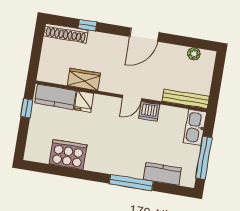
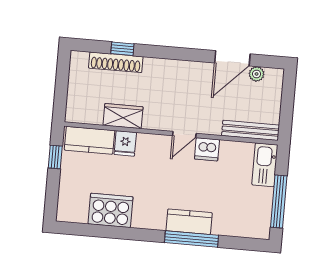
shoe rack: (66, 33) -> (116, 62), moved
door: (144, 35) -> (232, 58), moved
kitchen counter: (162, 174) -> (189, 222), moved

